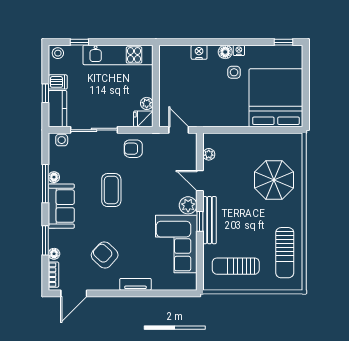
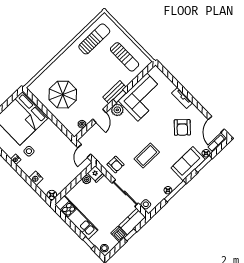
floor lamp: (225, 52) -> (52, 195), moved
parasol: (274, 180) -> (63, 95), moved
sofa: (61, 206) -> (188, 164), moved
bench: (209, 220) -> (114, 92), width x0.73
door: (74, 293) -> (216, 124), swing flipped

